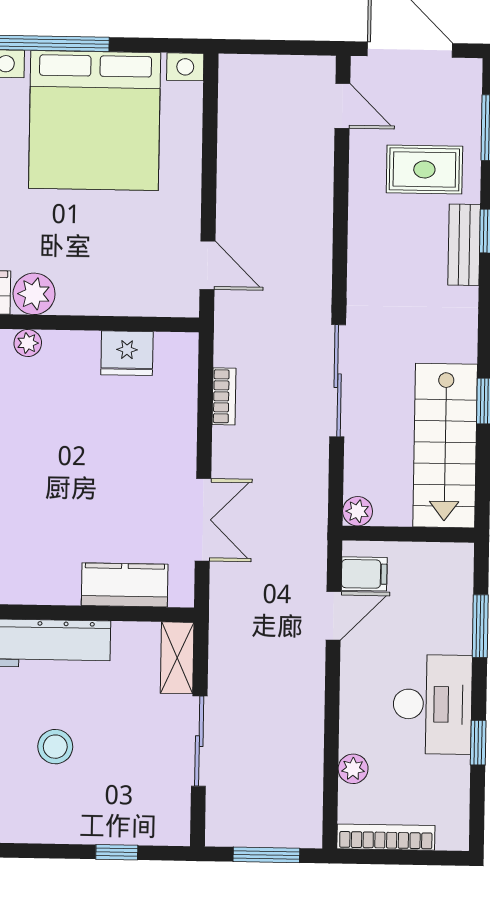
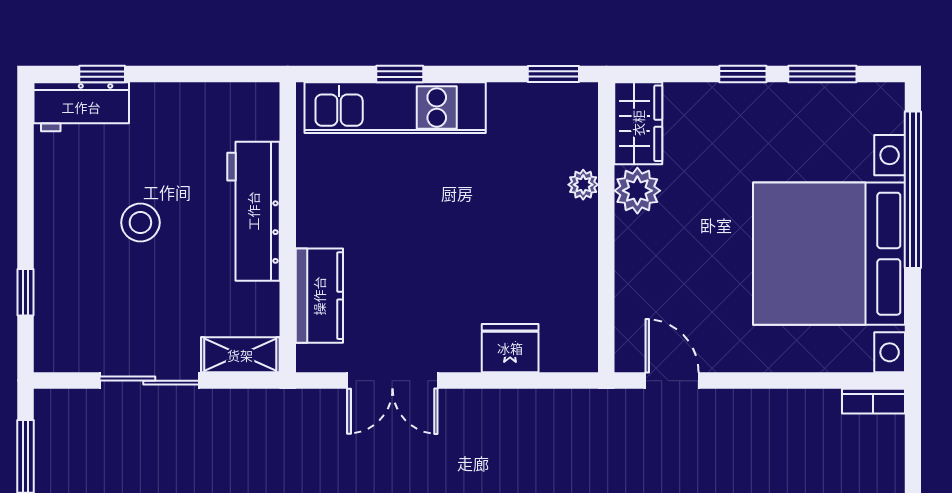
door: (207, 265) -> (672, 381), swing flipped
fridge: (127, 353) -> (510, 348), moved, turned 90
bookcase: (224, 396) -> (873, 401), moved

